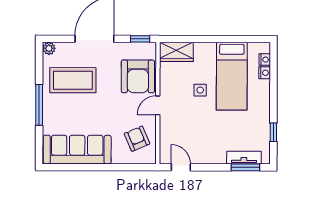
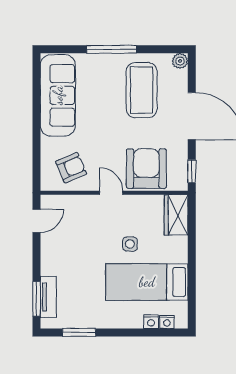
armchair: (138, 76) -> (146, 169), turned 90
window: (273, 132) -> (79, 332), width x1.50

